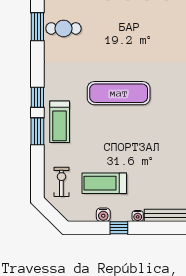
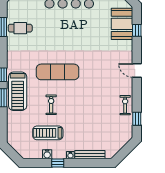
treadmill: (60, 122) -> (18, 91), width x1.37, depth x1.37
exercise bike: (61, 182) -> (51, 105), moved

